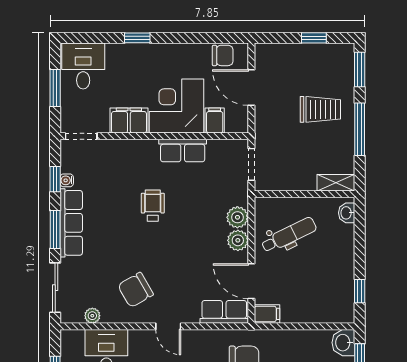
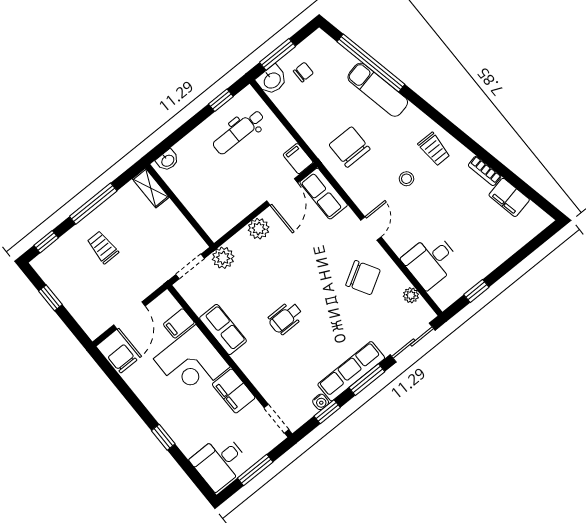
window: (360, 70) -> (46, 242), width x0.67
trolley: (320, 109) -> (103, 247), width x0.73, depth x0.72
plant: (237, 217) -> (223, 258), moved
dental chair: (289, 235) -> (239, 132), moved, turned -64

